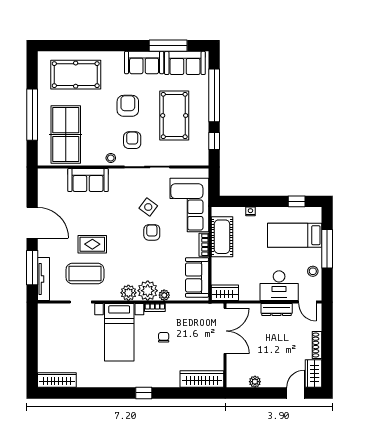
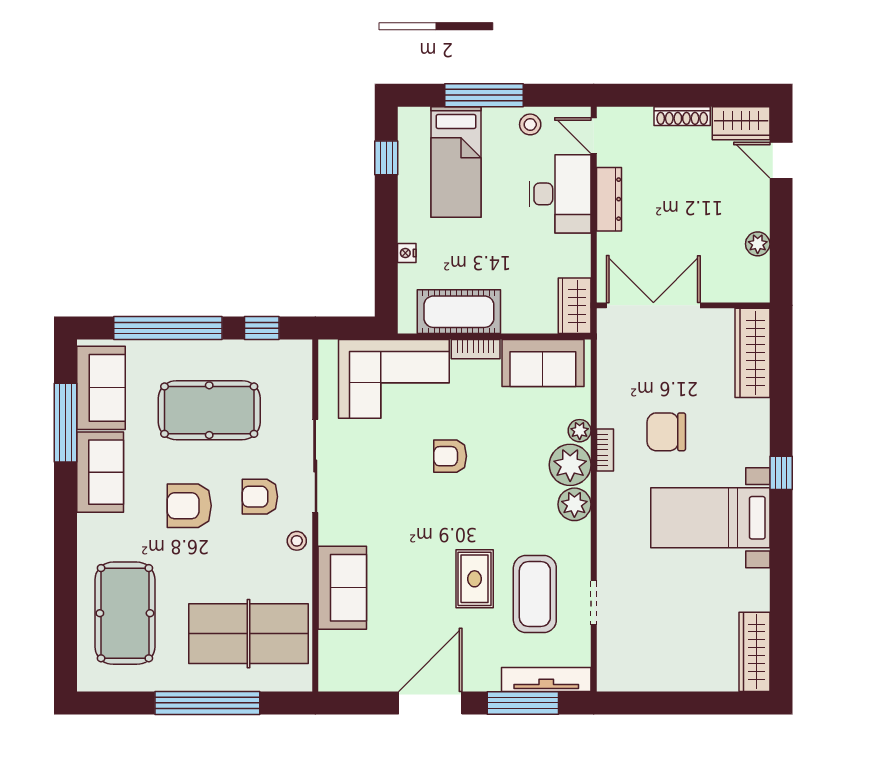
side table: (148, 207) -> (398, 464), removed
door: (307, 302) -> (594, 136), swing flipped
bed with nightstands: (119, 332) -> (710, 518), moved, turned 180
chair: (164, 337) -> (666, 432), width x1.87, depth x1.87

